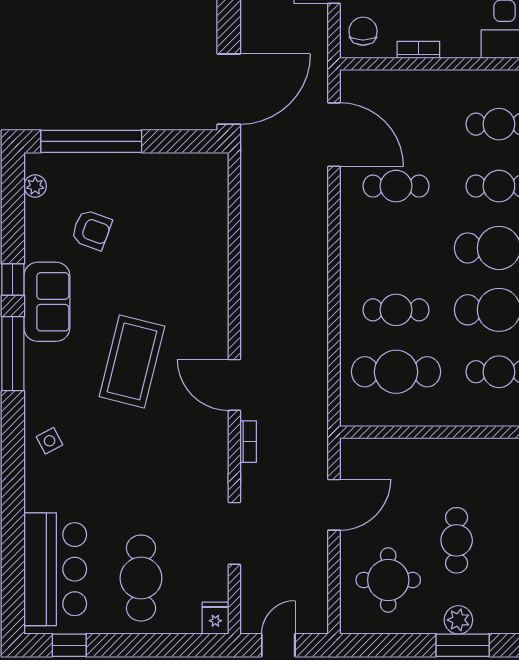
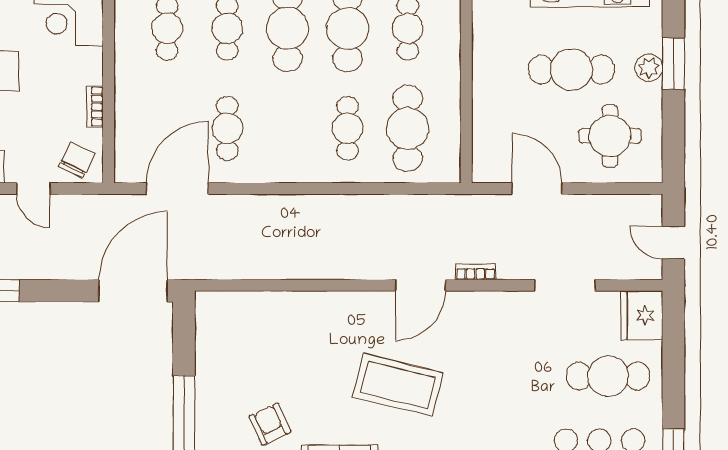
chair: (363, 31) -> (77, 160), turned 116
door: (229, 89) -> (133, 291), hinge flipped
armchair: (92, 230) -> (270, 424), turned -45
cafe table: (457, 540) -> (571, 70), width x1.37, depth x1.35
fridge: (215, 618) -> (642, 315), width x1.88, depth x1.34

